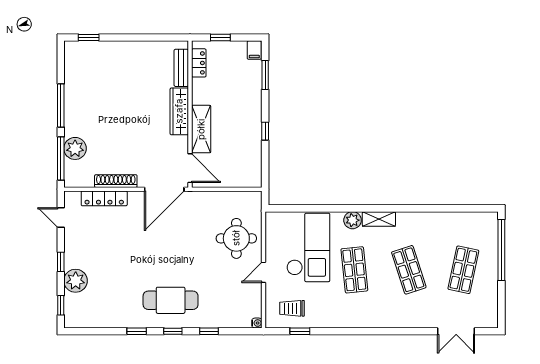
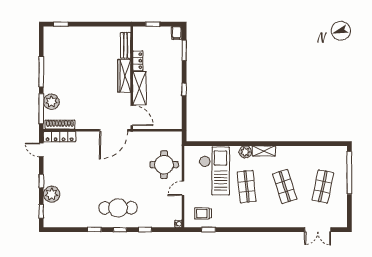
locker: (199, 63) -> (138, 61), moved
shoe rack: (116, 181) -> (60, 125), moved
locker: (104, 198) -> (59, 137), moved

